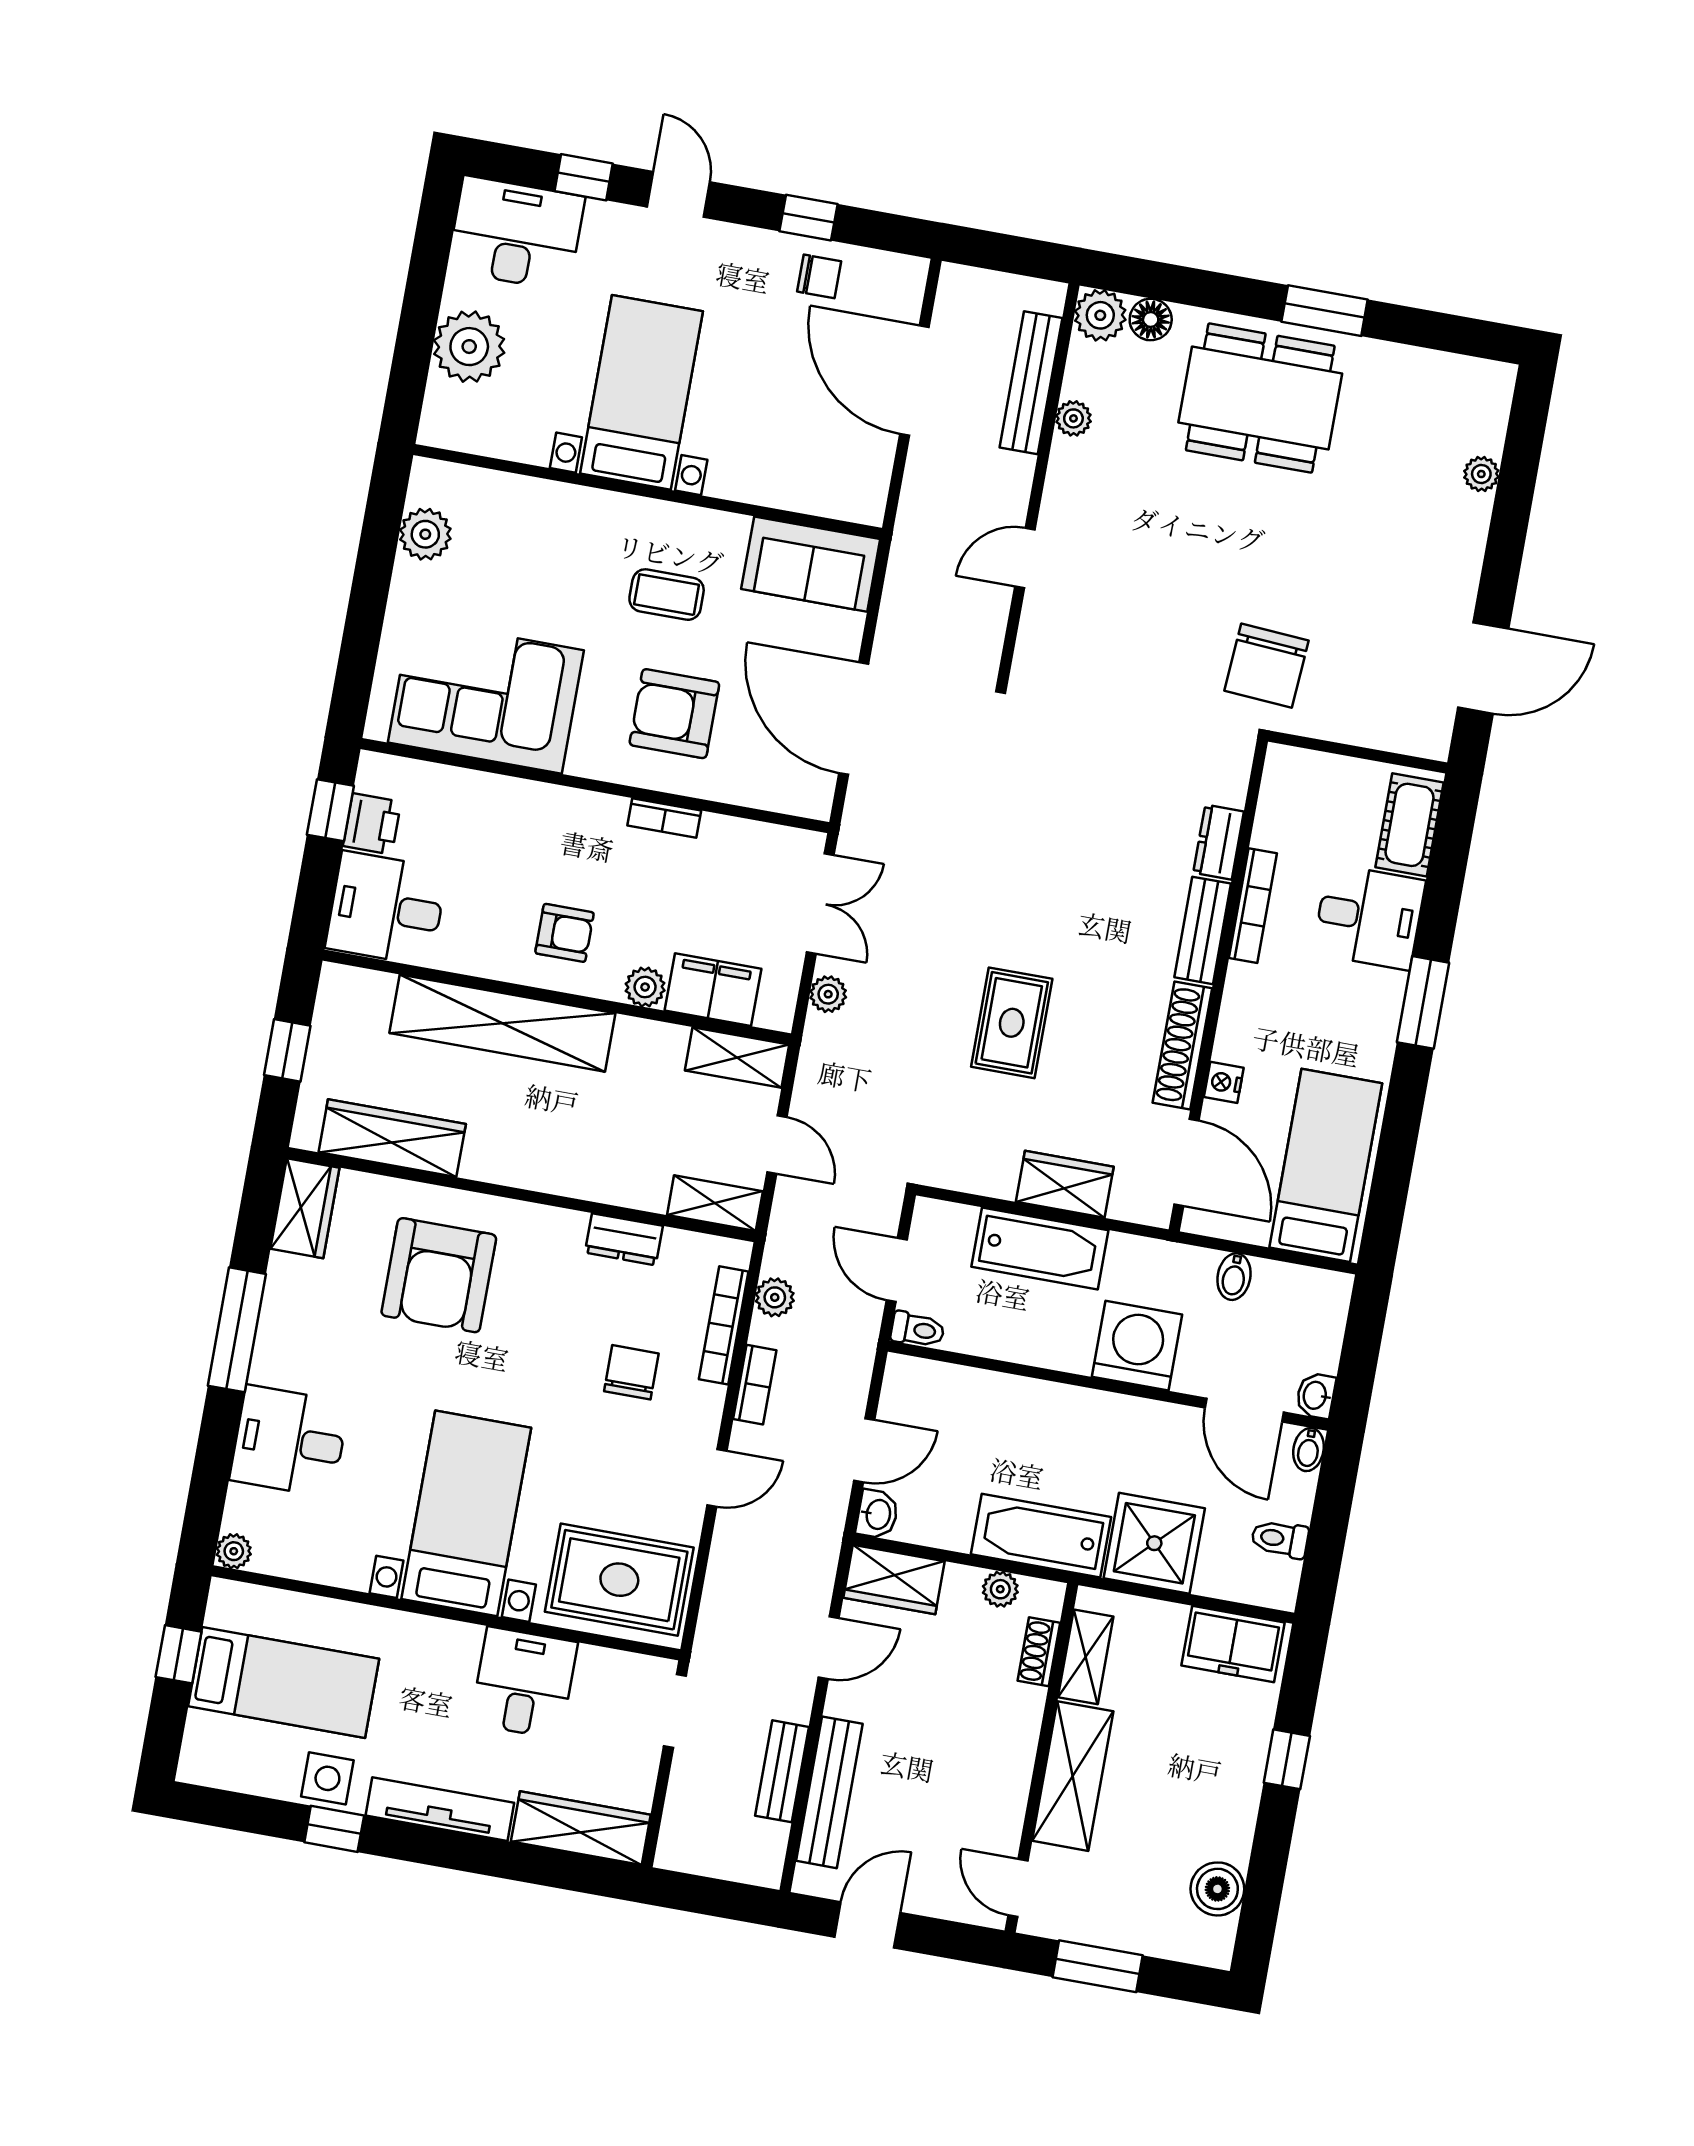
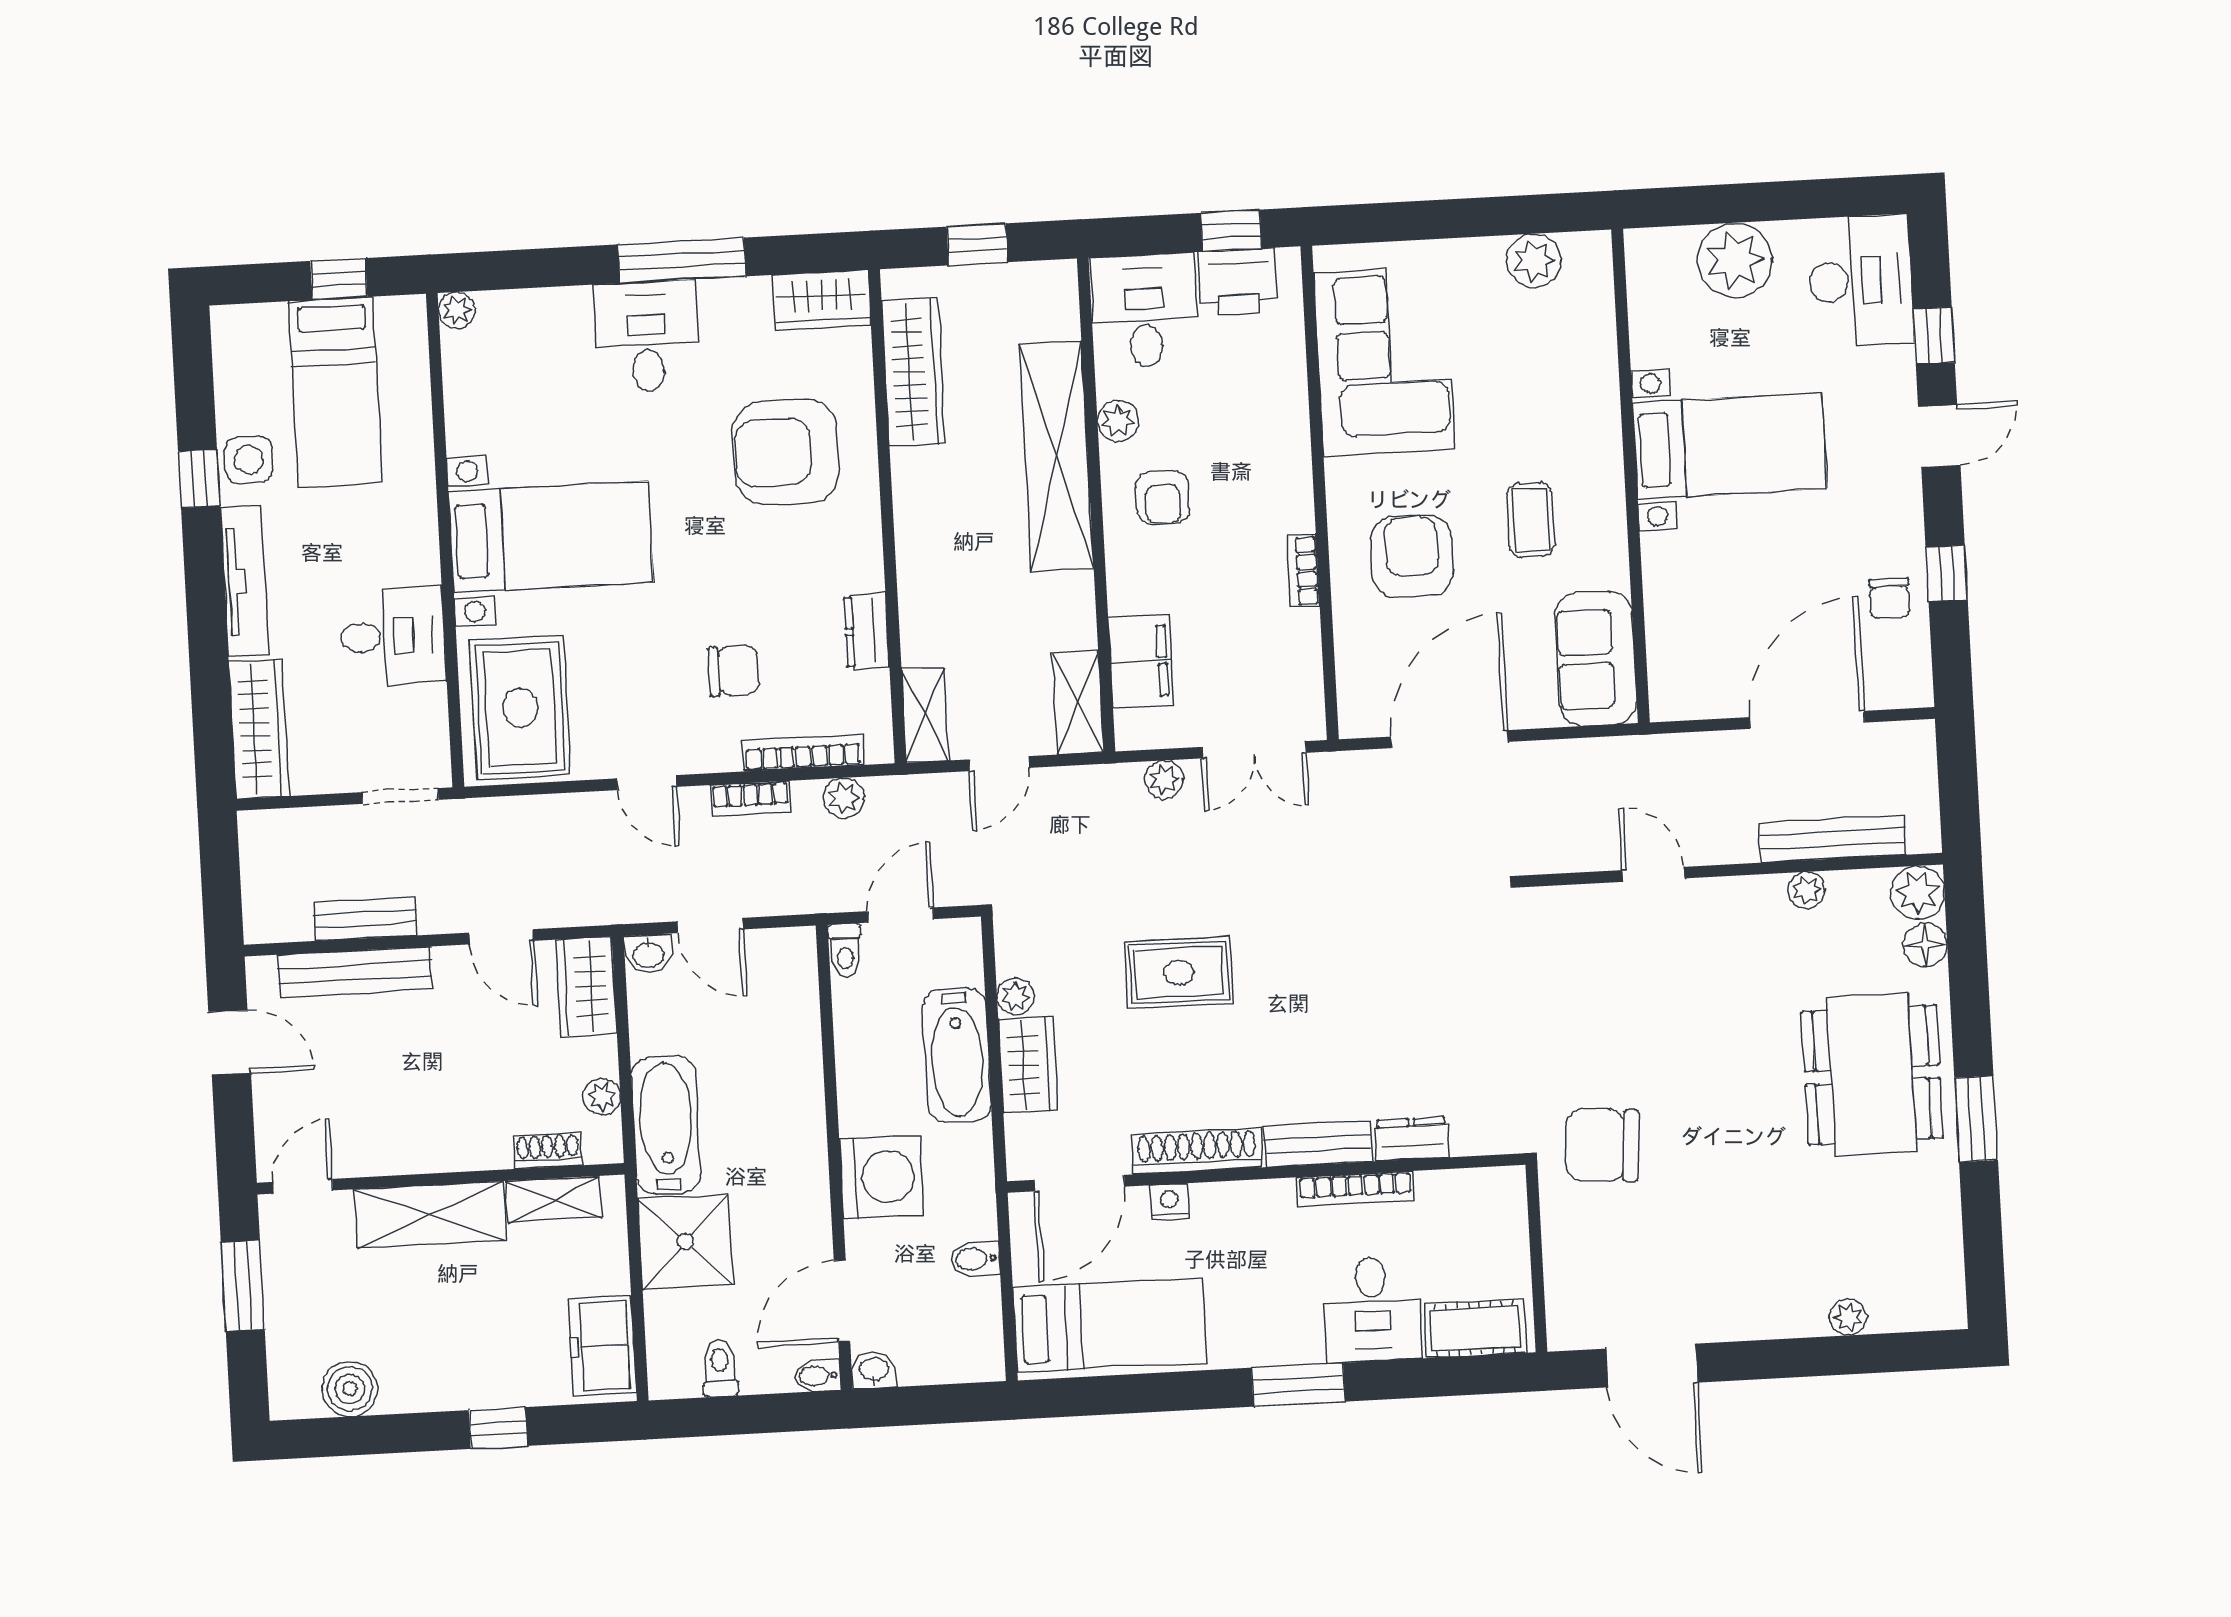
printer: (372, 824) -> (1238, 282), width x1.36, depth x1.24
plant: (645, 987) -> (1118, 421), moved
plant: (998, 1181) -> (1015, 996), added
desk: (289, 1441) -> (647, 337), moved

